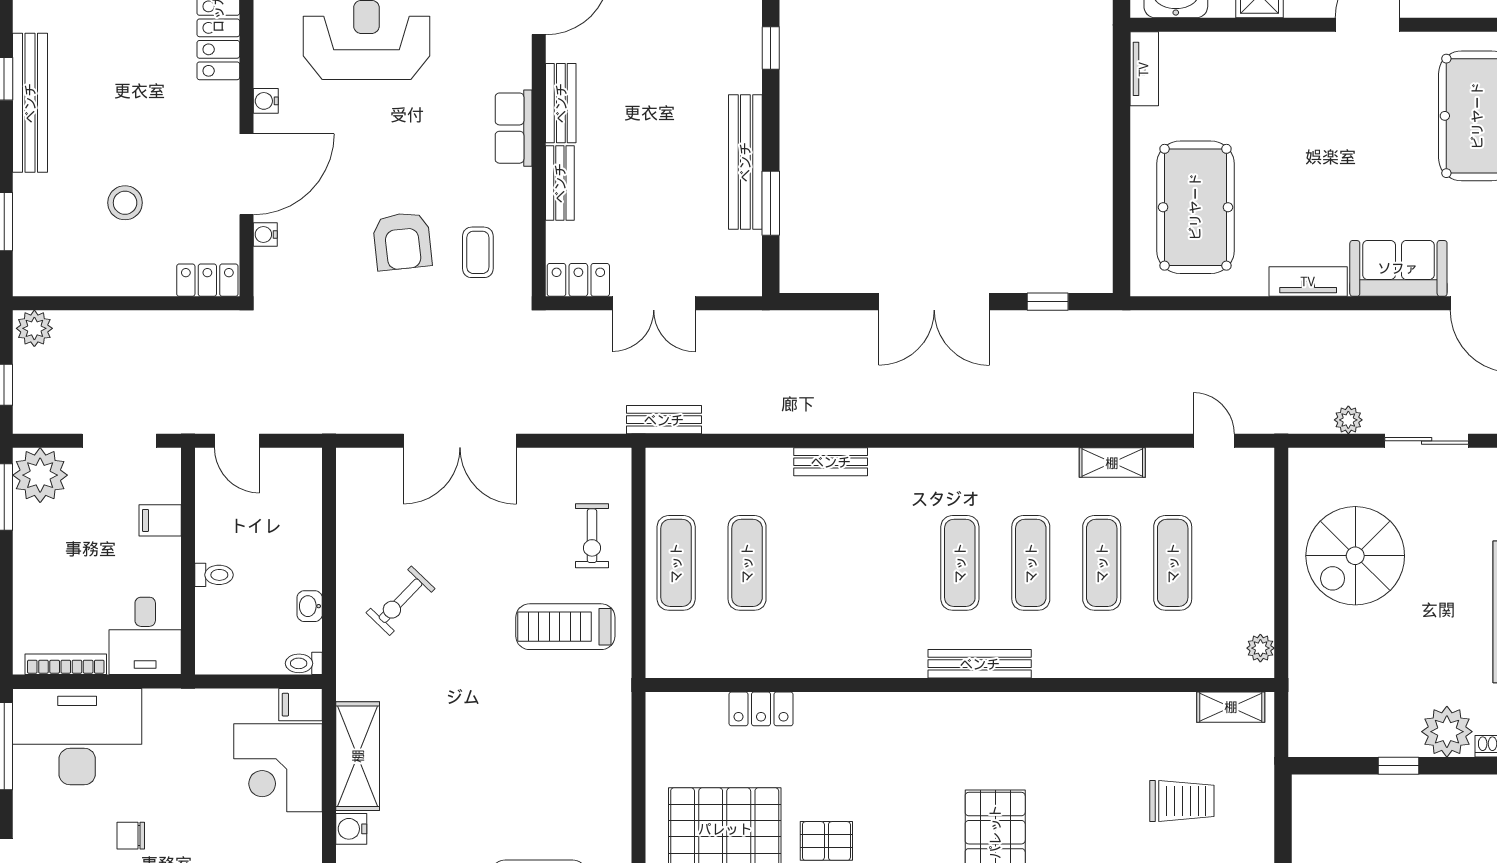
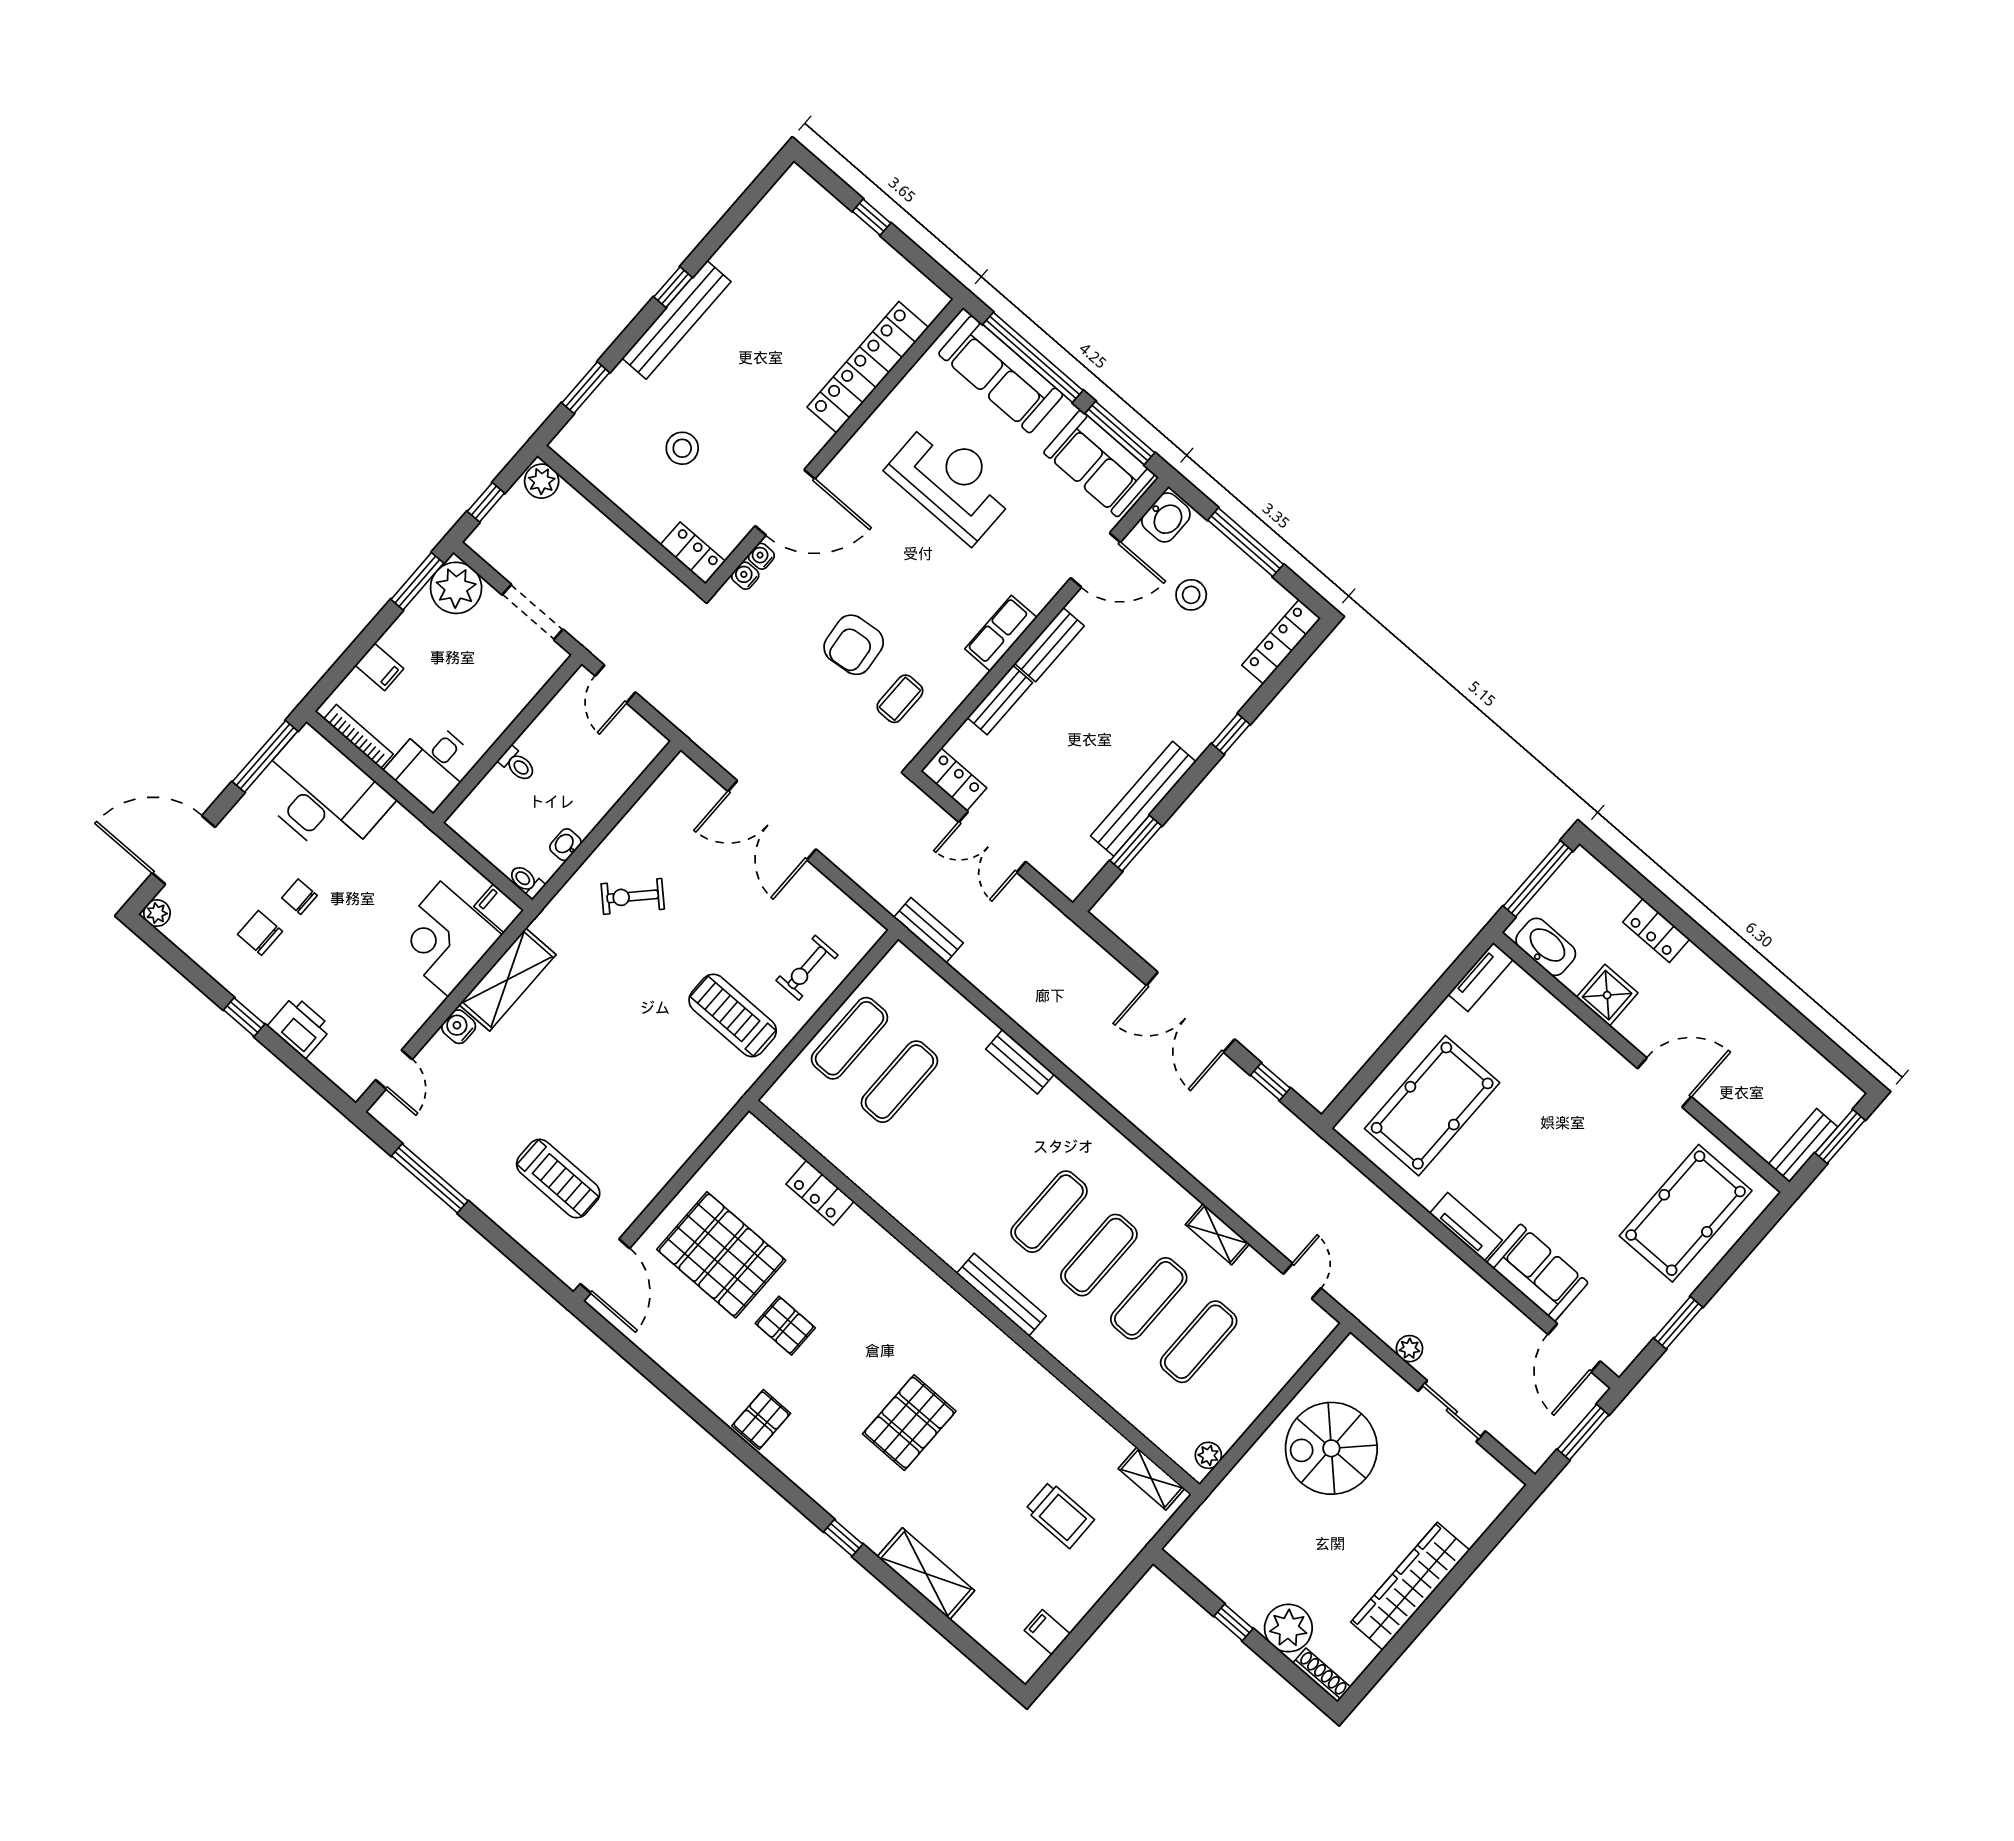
water cooler: (266, 101) -> (745, 576), moved
filing cabinet: (160, 520) -> (379, 667), moved, turned 180

